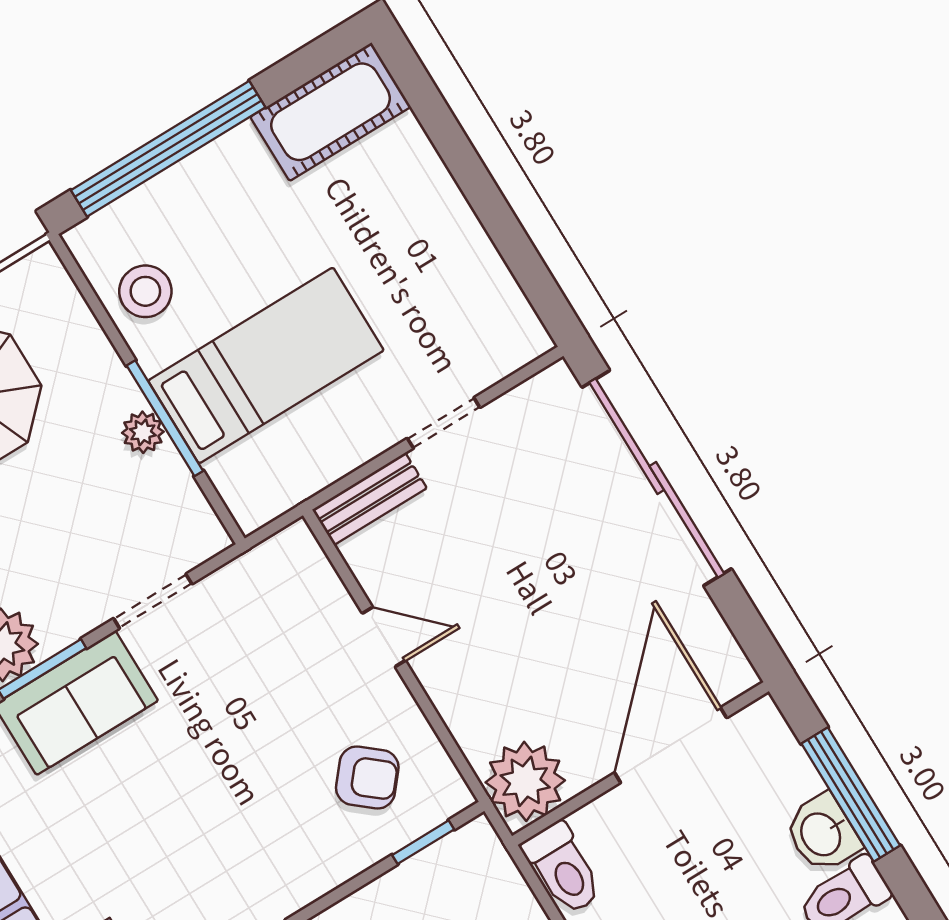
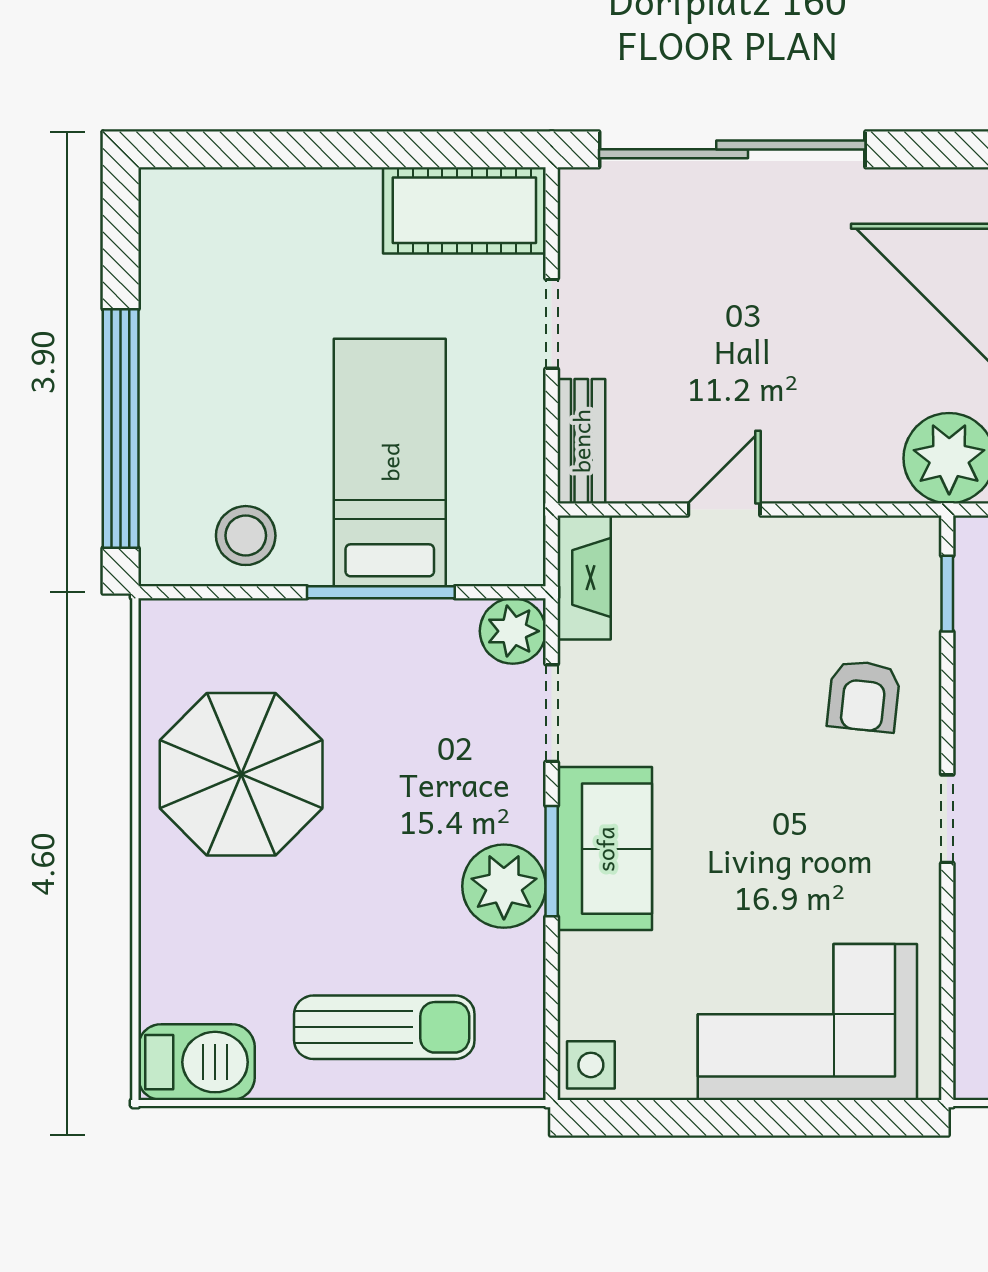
cot: (331, 112) -> (464, 210), moved, turned 90
plant: (143, 432) -> (513, 631), moved, width x1.38, depth x1.38
fireplace: (269, 563) -> (584, 578), added
armchair: (367, 778) -> (864, 696), moved, turned 146

